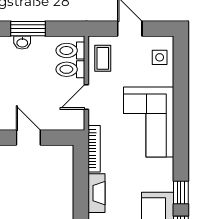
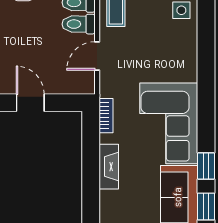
corner sofa: (149, 122) -> (169, 123), moved
bookcase: (94, 149) -> (106, 116), width x0.64

